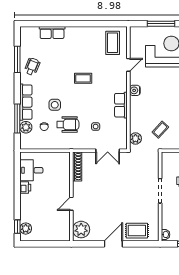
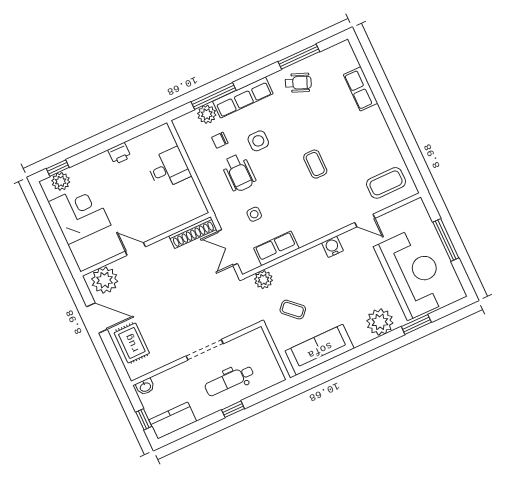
row of seats: (121, 105) -> (276, 248), moved
shoe rack: (77, 167) -> (193, 233), moved
desk: (31, 170) -> (169, 168), moved, turned 90
wall: (71, 197) -> (146, 244), moved
door: (71, 204) -> (135, 249), moved
corner desk: (49, 226) -> (79, 213), added
plant: (81, 230) -> (105, 280), moved

